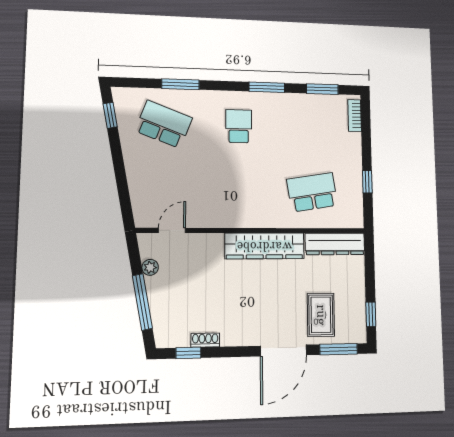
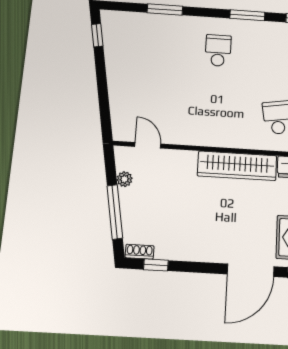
school desk: (164, 124) -> (147, 46), removed
door: (172, 230) -> (148, 145), hinge flipped
shoe rack: (205, 340) -> (140, 252), moved

